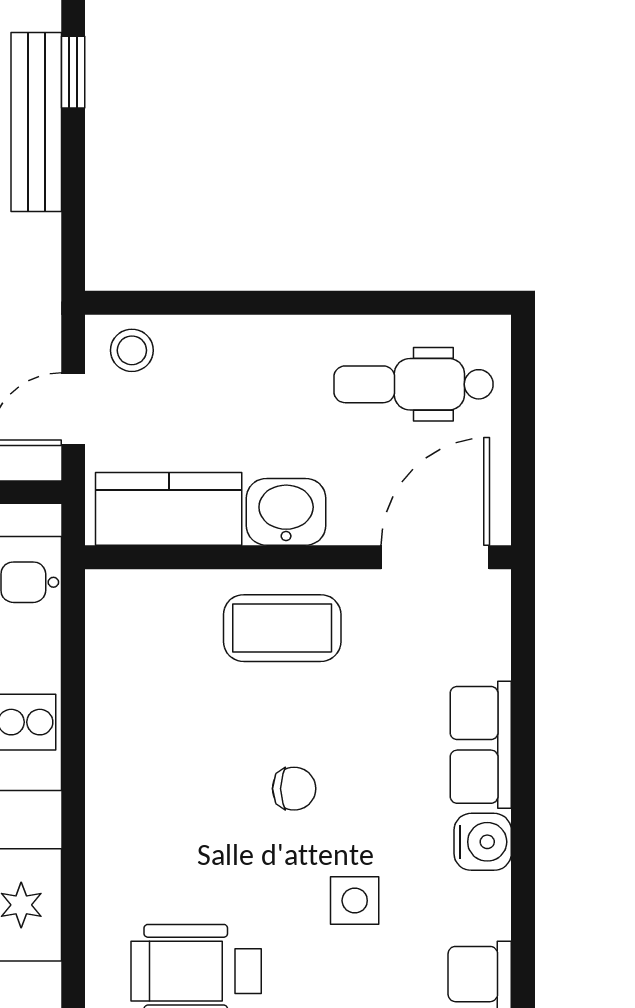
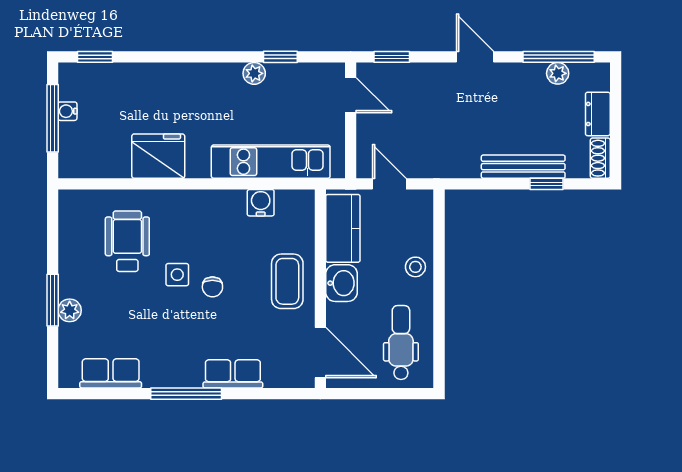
stool: (132, 350) -> (415, 267), moved
water cooler: (483, 842) -> (261, 203), moved, turned 180
window: (523, 845) -> (186, 394), added
side table: (355, 901) -> (177, 275), moved

